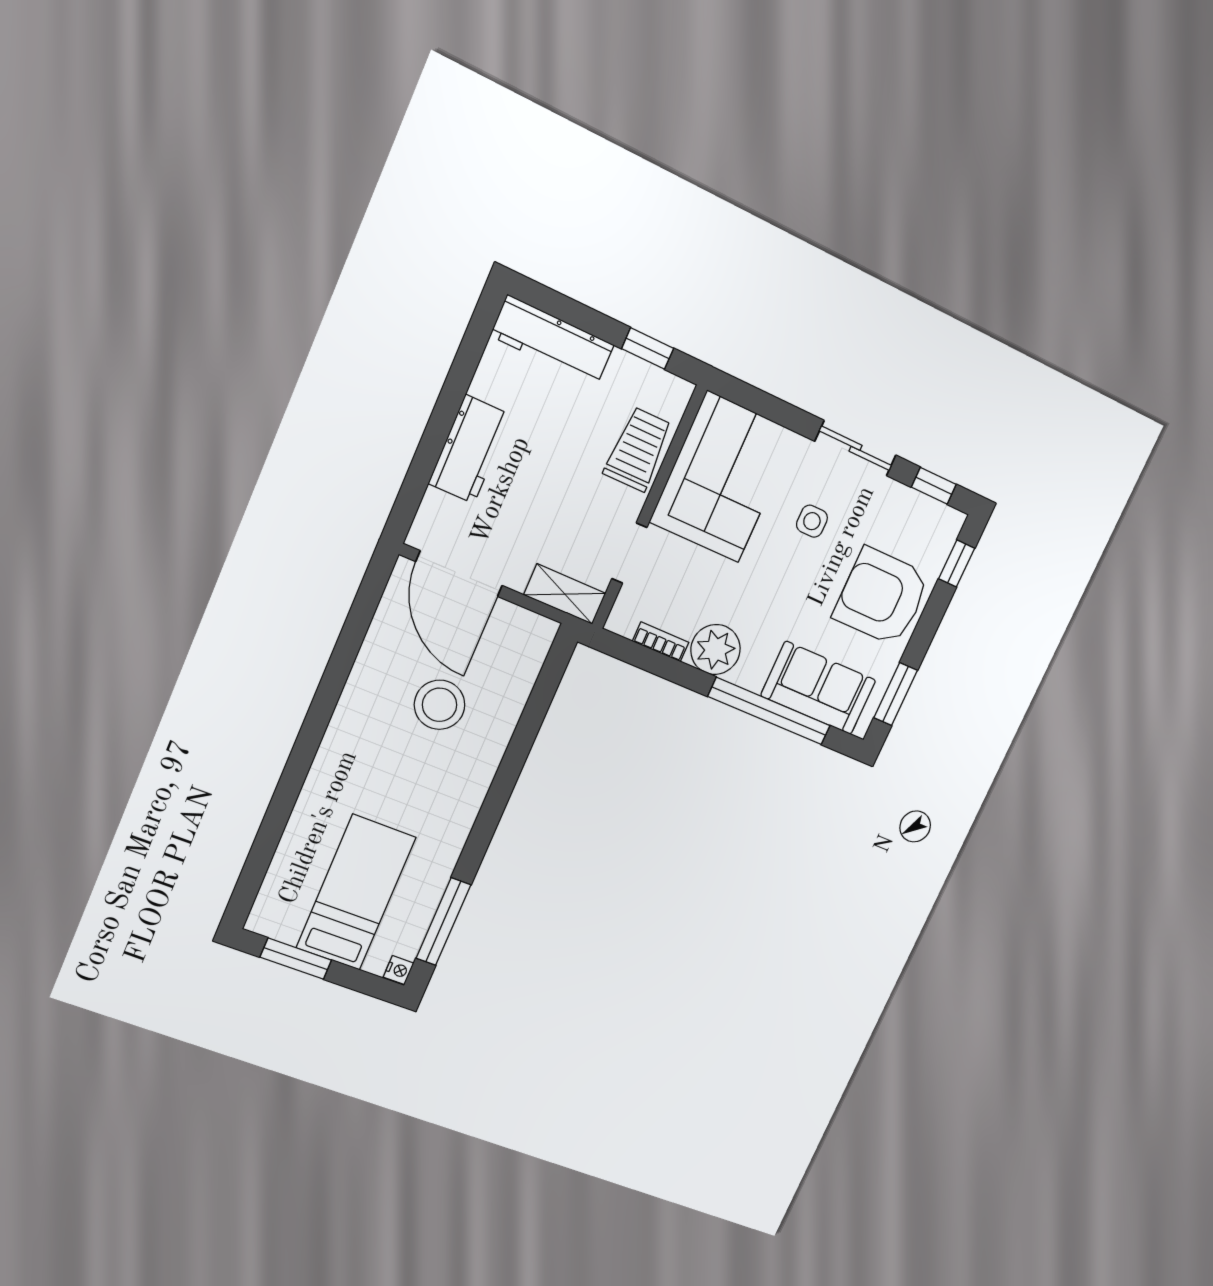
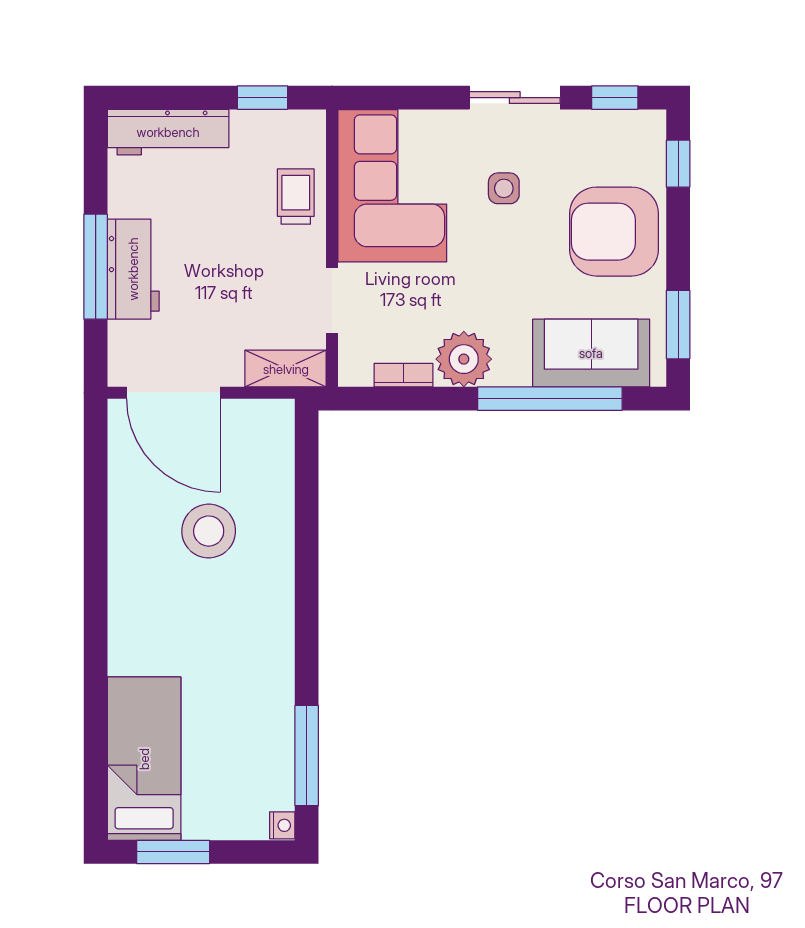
window: (437, 432) -> (96, 267), added
trolley: (638, 449) -> (296, 196), width x0.73, depth x0.72
bed: (356, 893) -> (144, 759), moved

